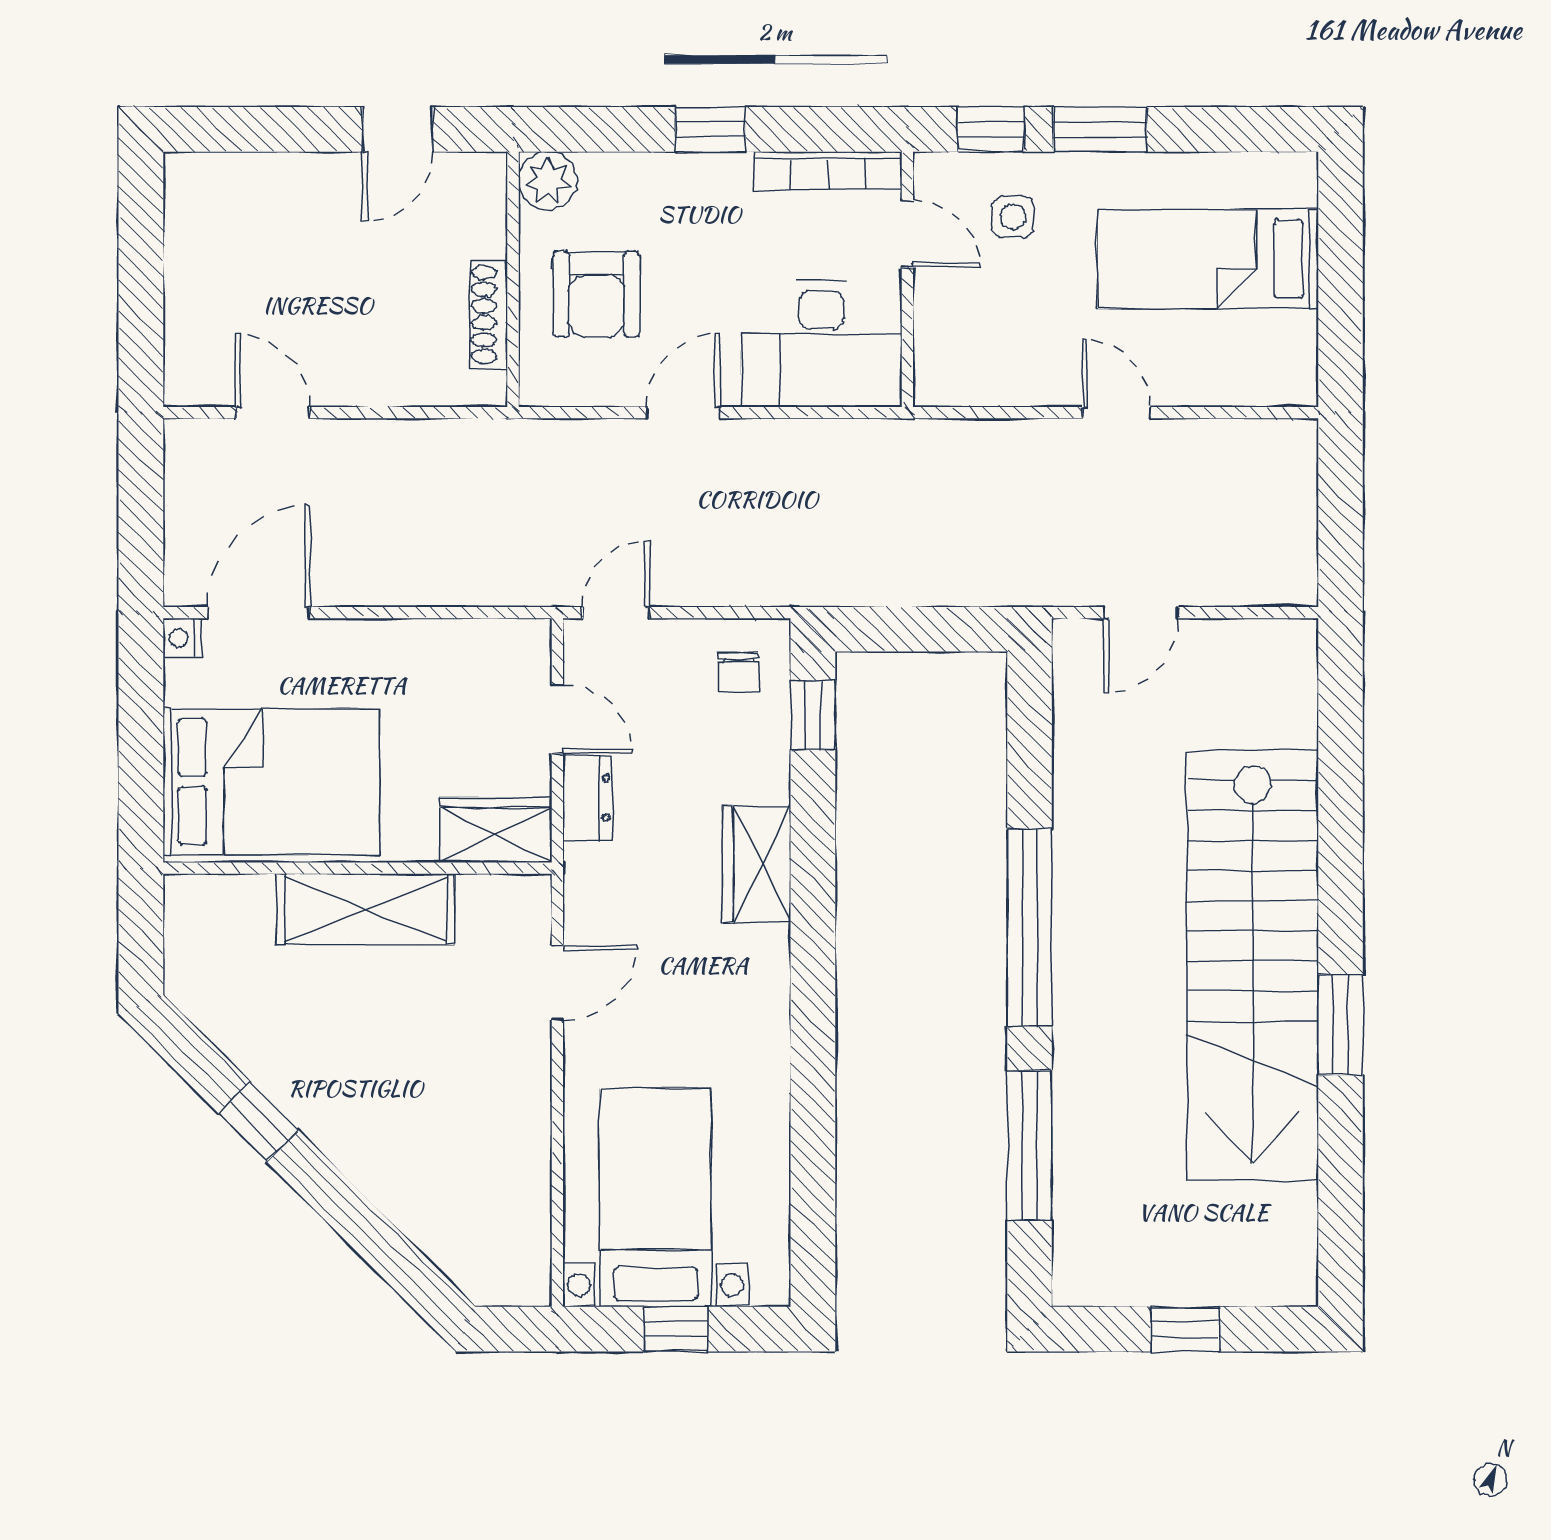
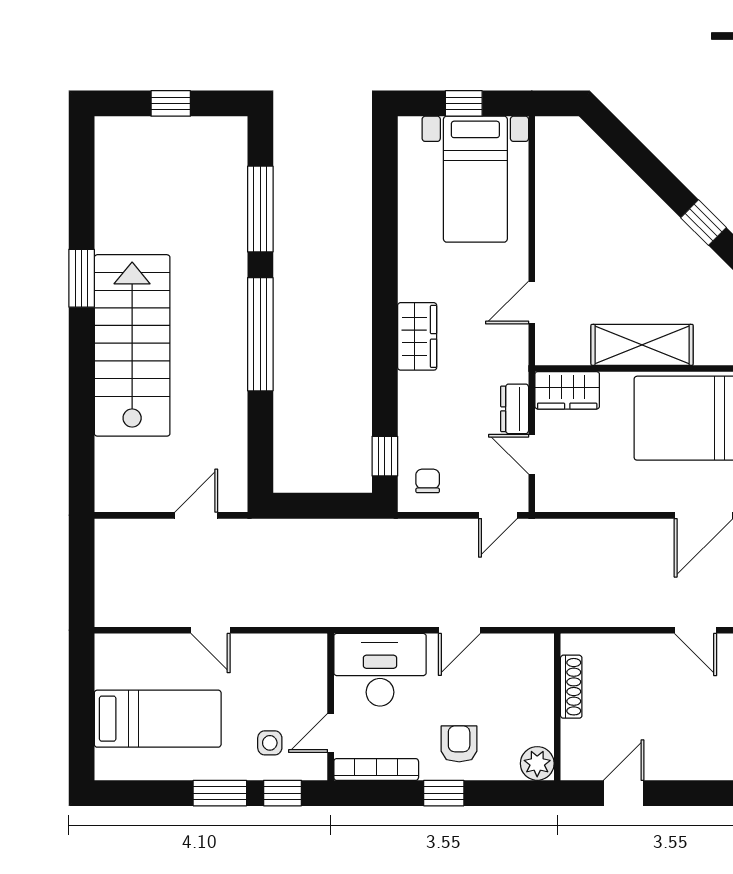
door: (907, 234) -> (331, 733), hinge flipped
armchair: (596, 294) -> (459, 744), moved, width x0.72, depth x0.72
wardrobe: (757, 864) -> (417, 336), moved
stairs: (1253, 965) -> (132, 345), width x0.73

